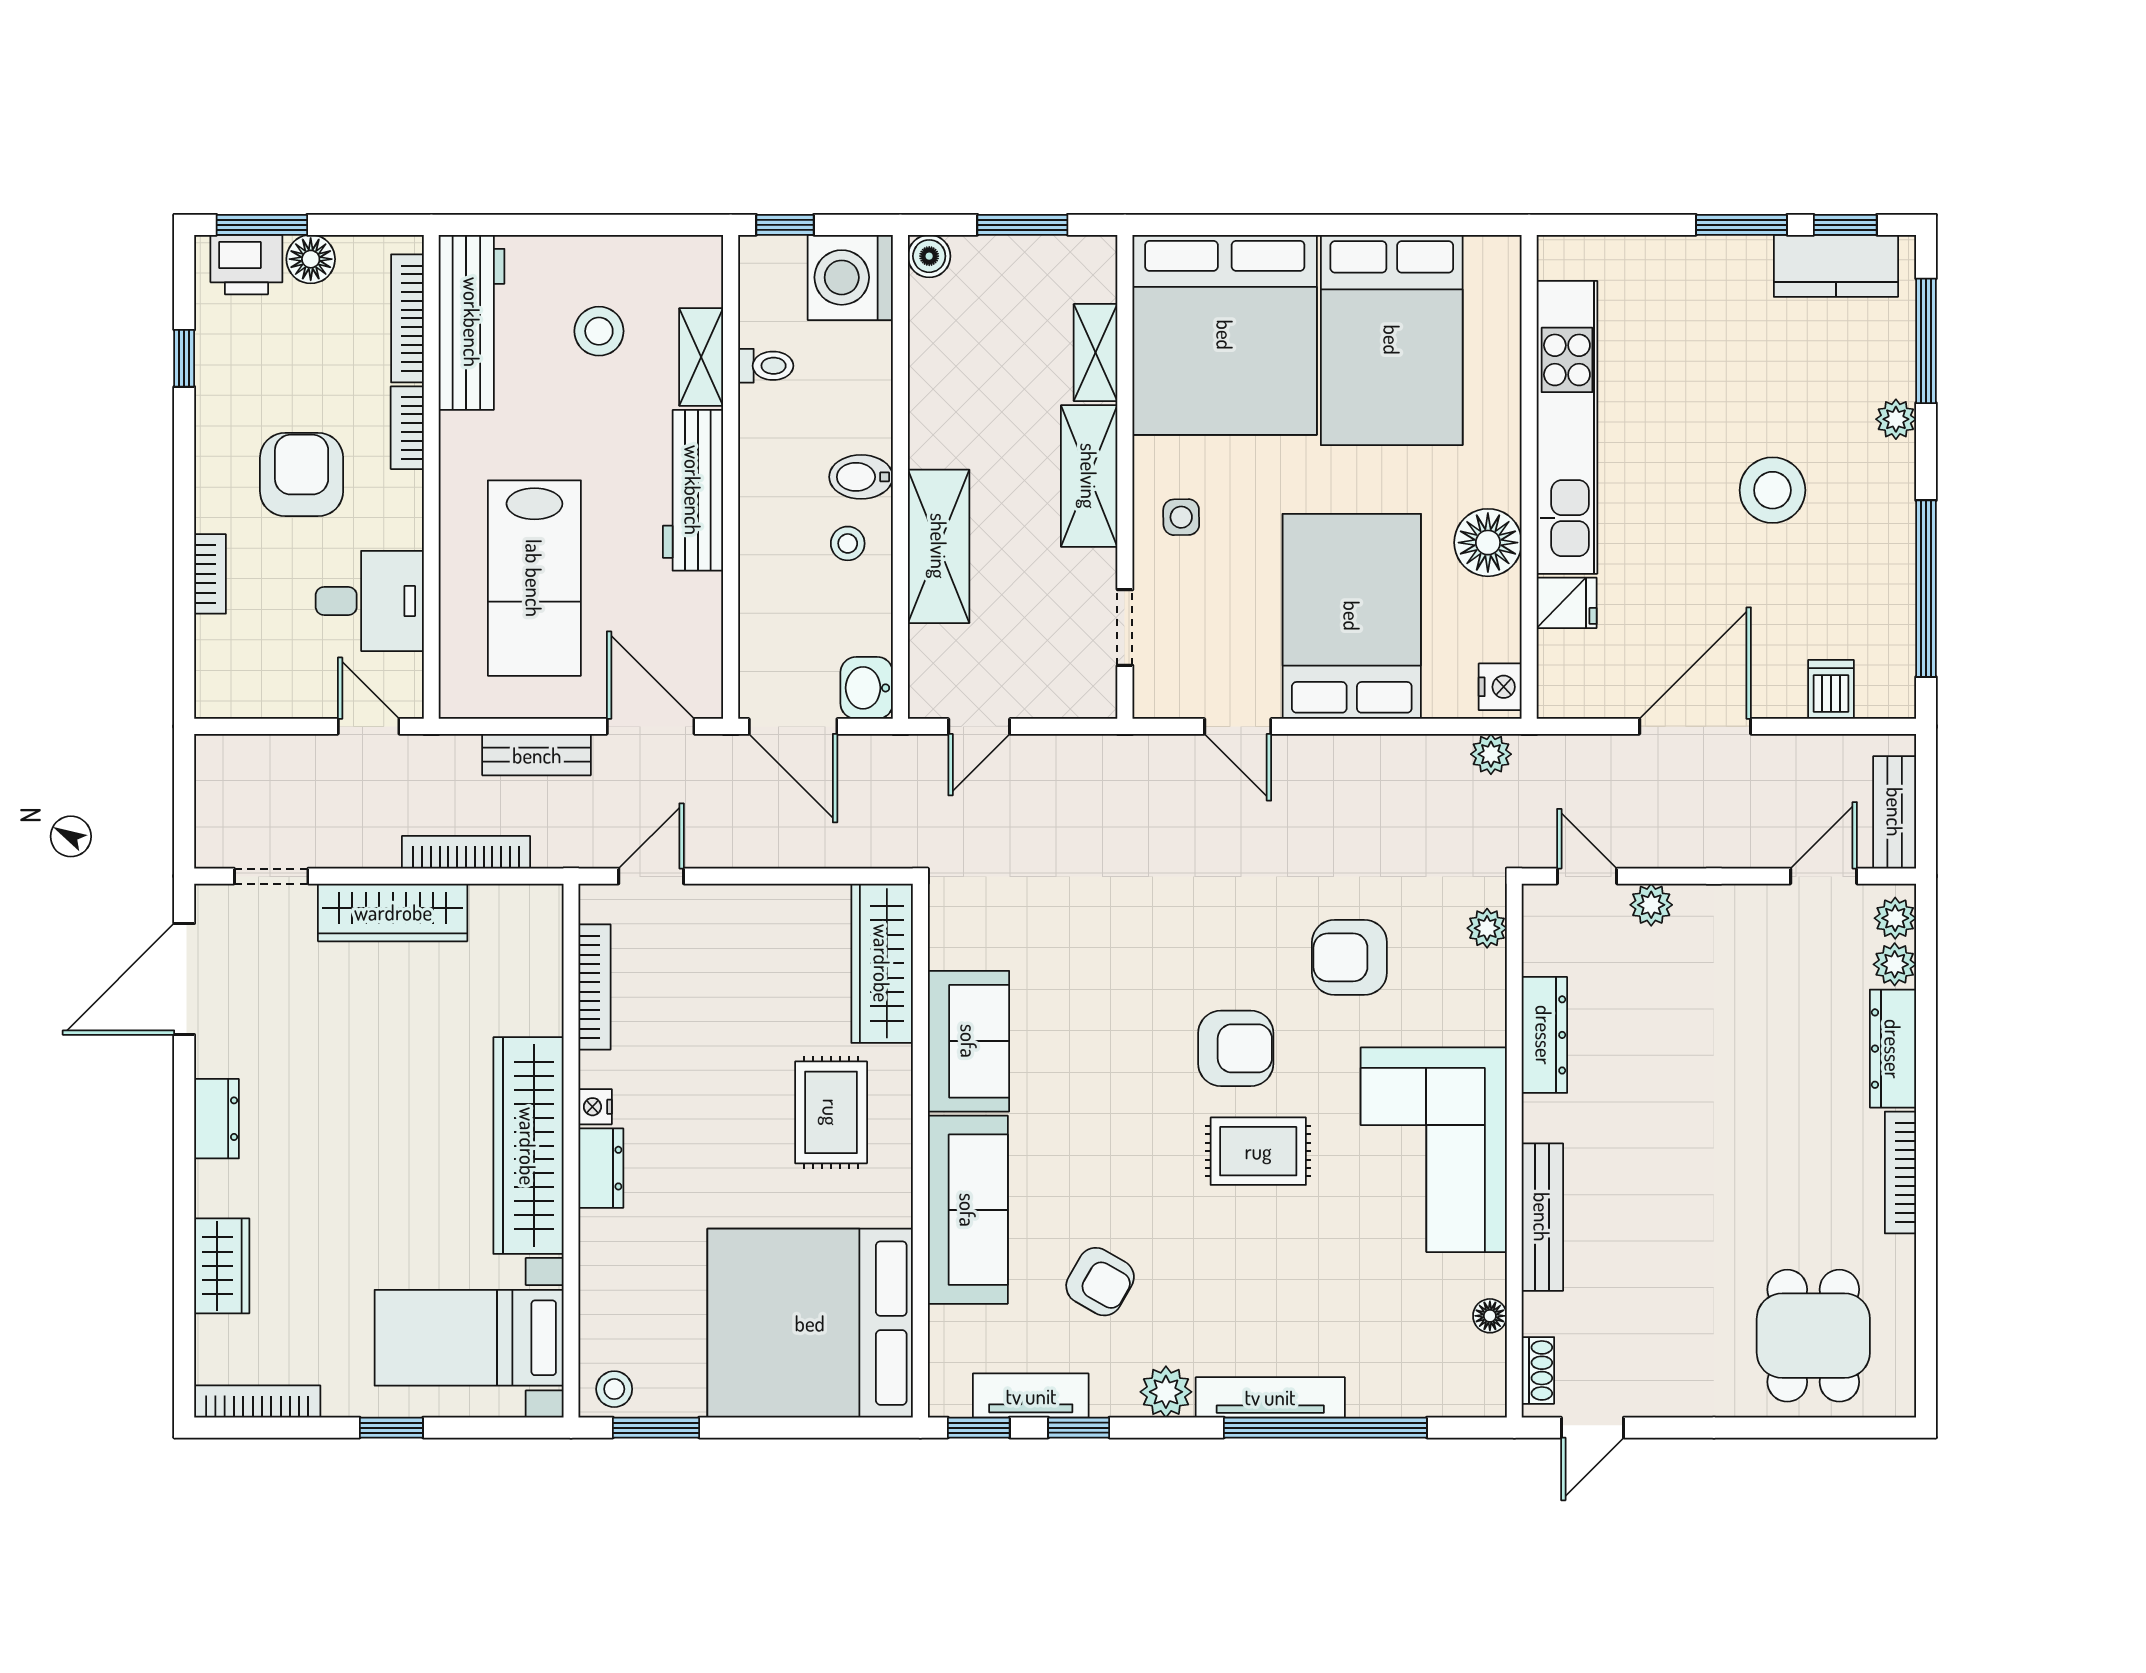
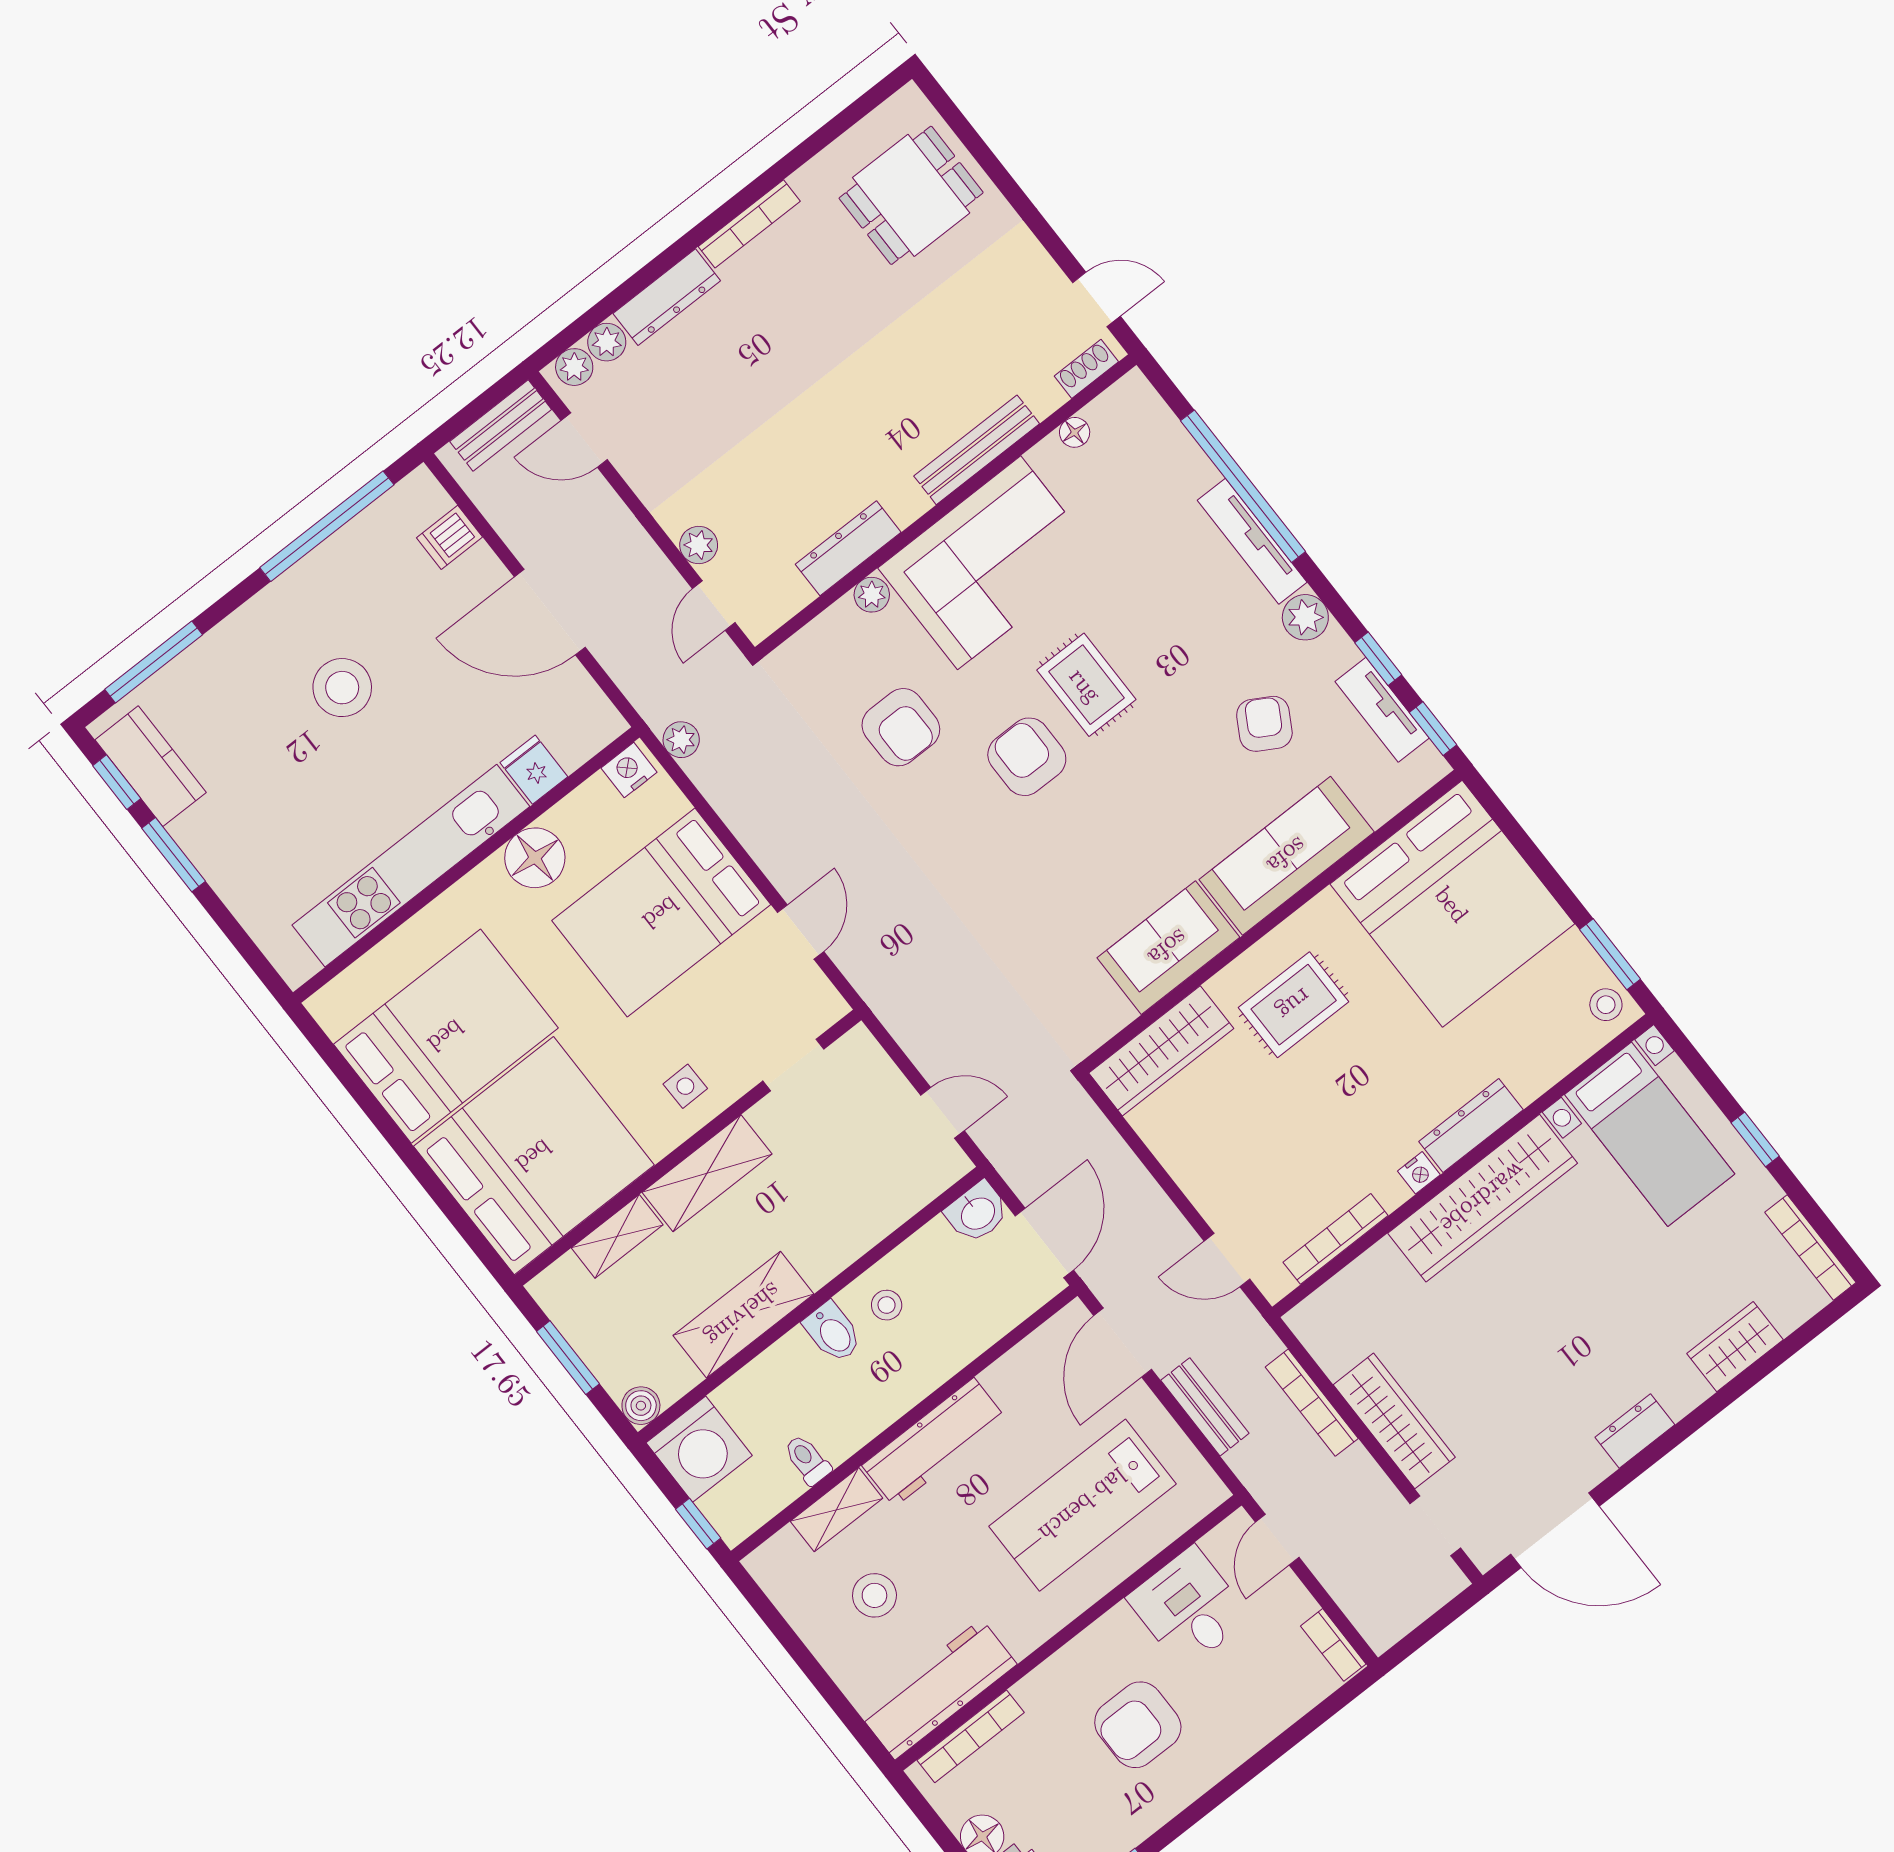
plant: (1896, 419) -> (225, 640), removed
bookcase: (407, 428) -> (1047, 1677), removed
shelving: (939, 546) -> (743, 1315), moved
bookcase: (210, 574) -> (1333, 1645), moved, turned -90
lab bench: (534, 578) -> (1083, 1505), turned 180
plant: (1487, 928) -> (872, 595), moved
dresser: (601, 1168) -> (1471, 1126), width x1.44

